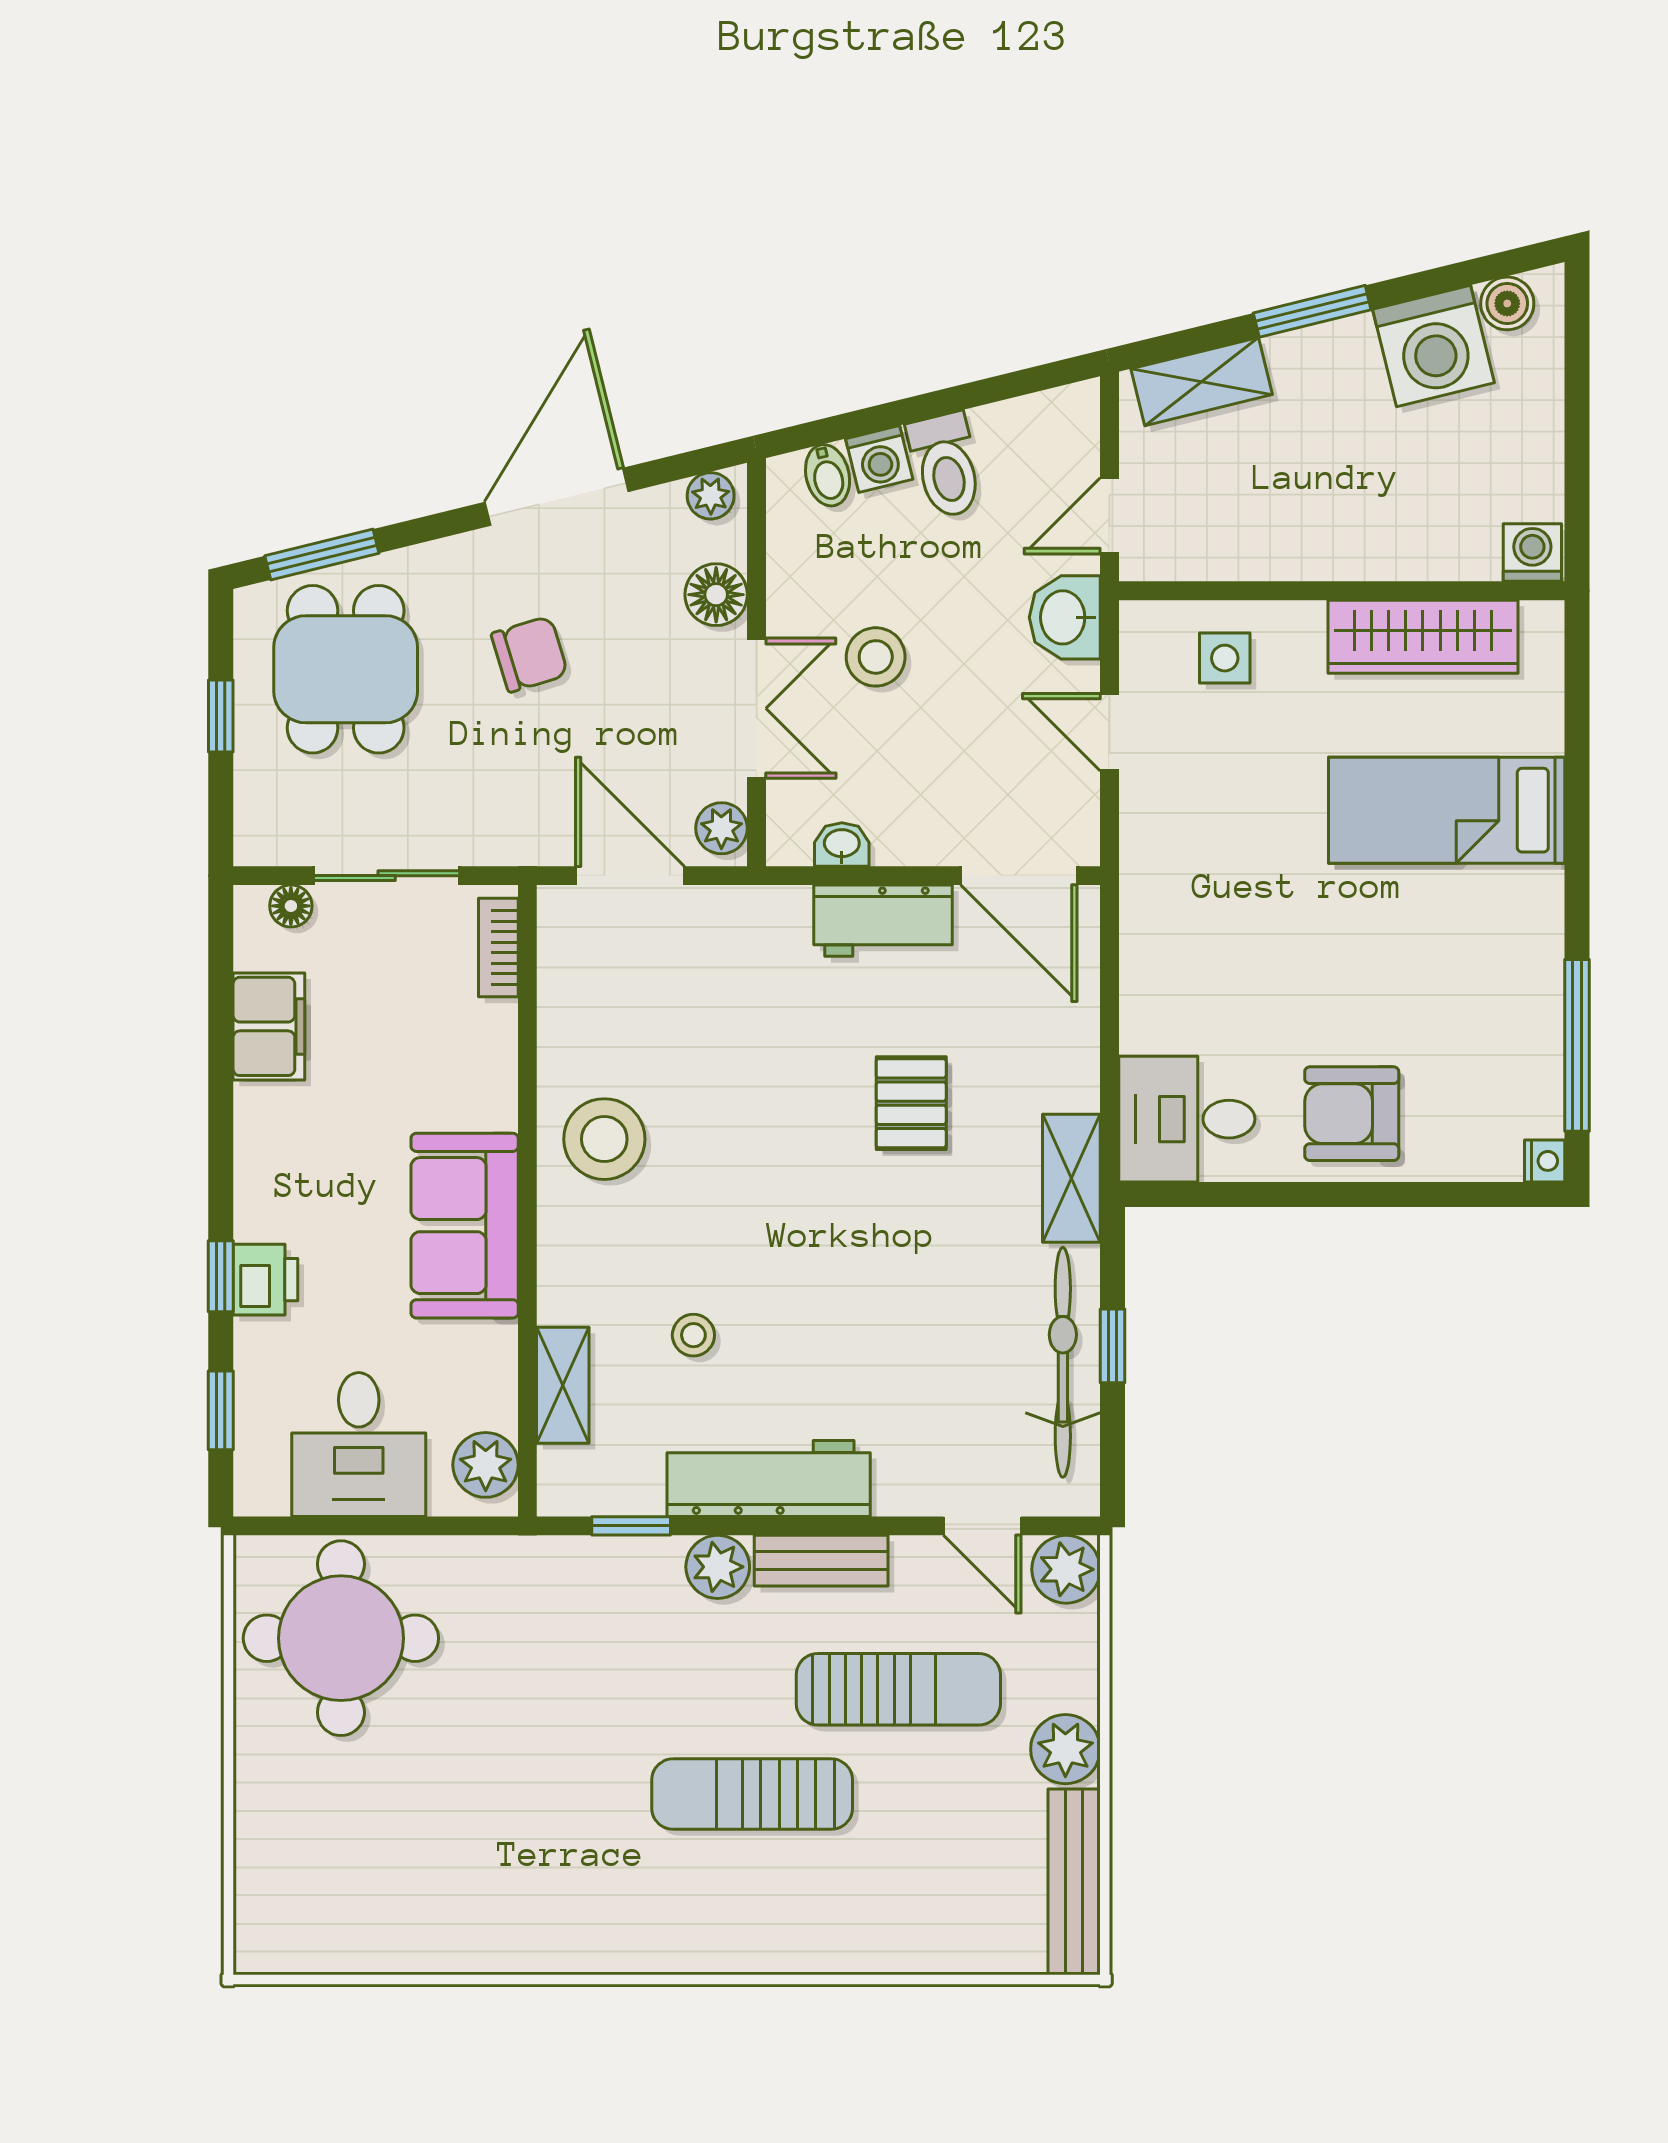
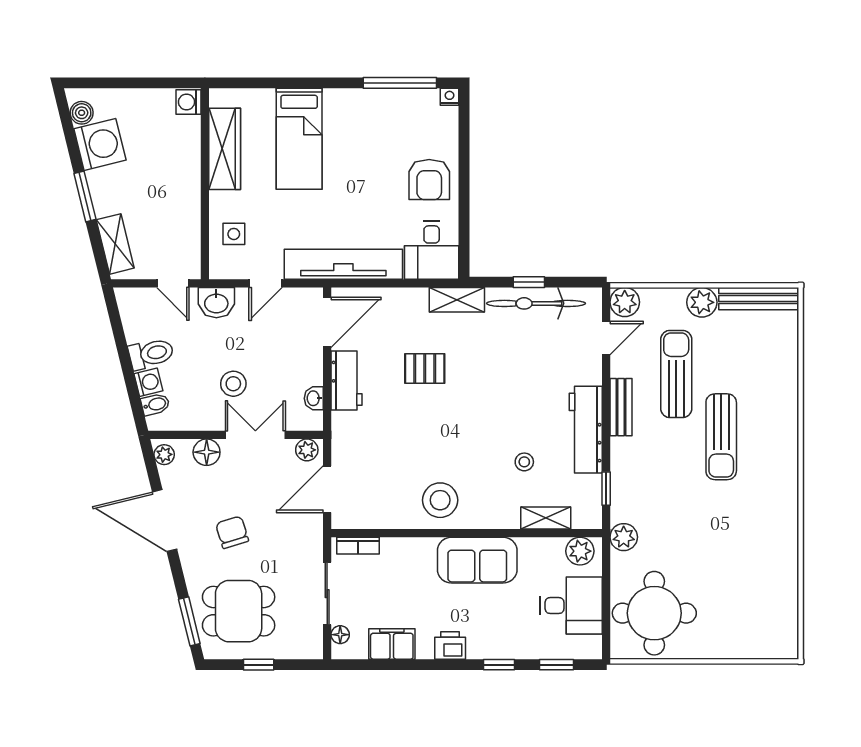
tv unit: (1154, 913) -> (343, 264), added
printer: (265, 1280) -> (450, 646), moved
plant: (718, 1567) -> (624, 537), moved

